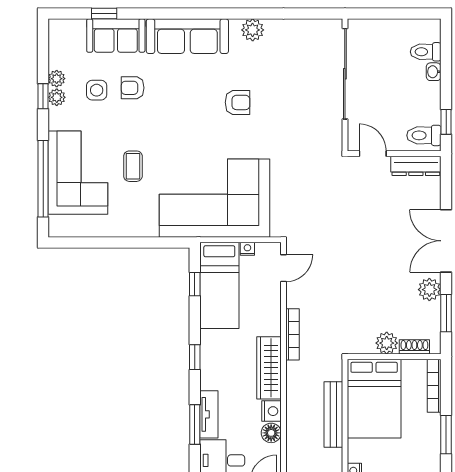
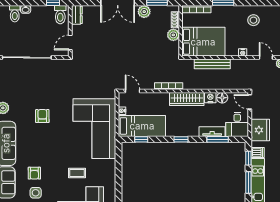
dresser: (416, 166) -> (77, 15), width x0.70

